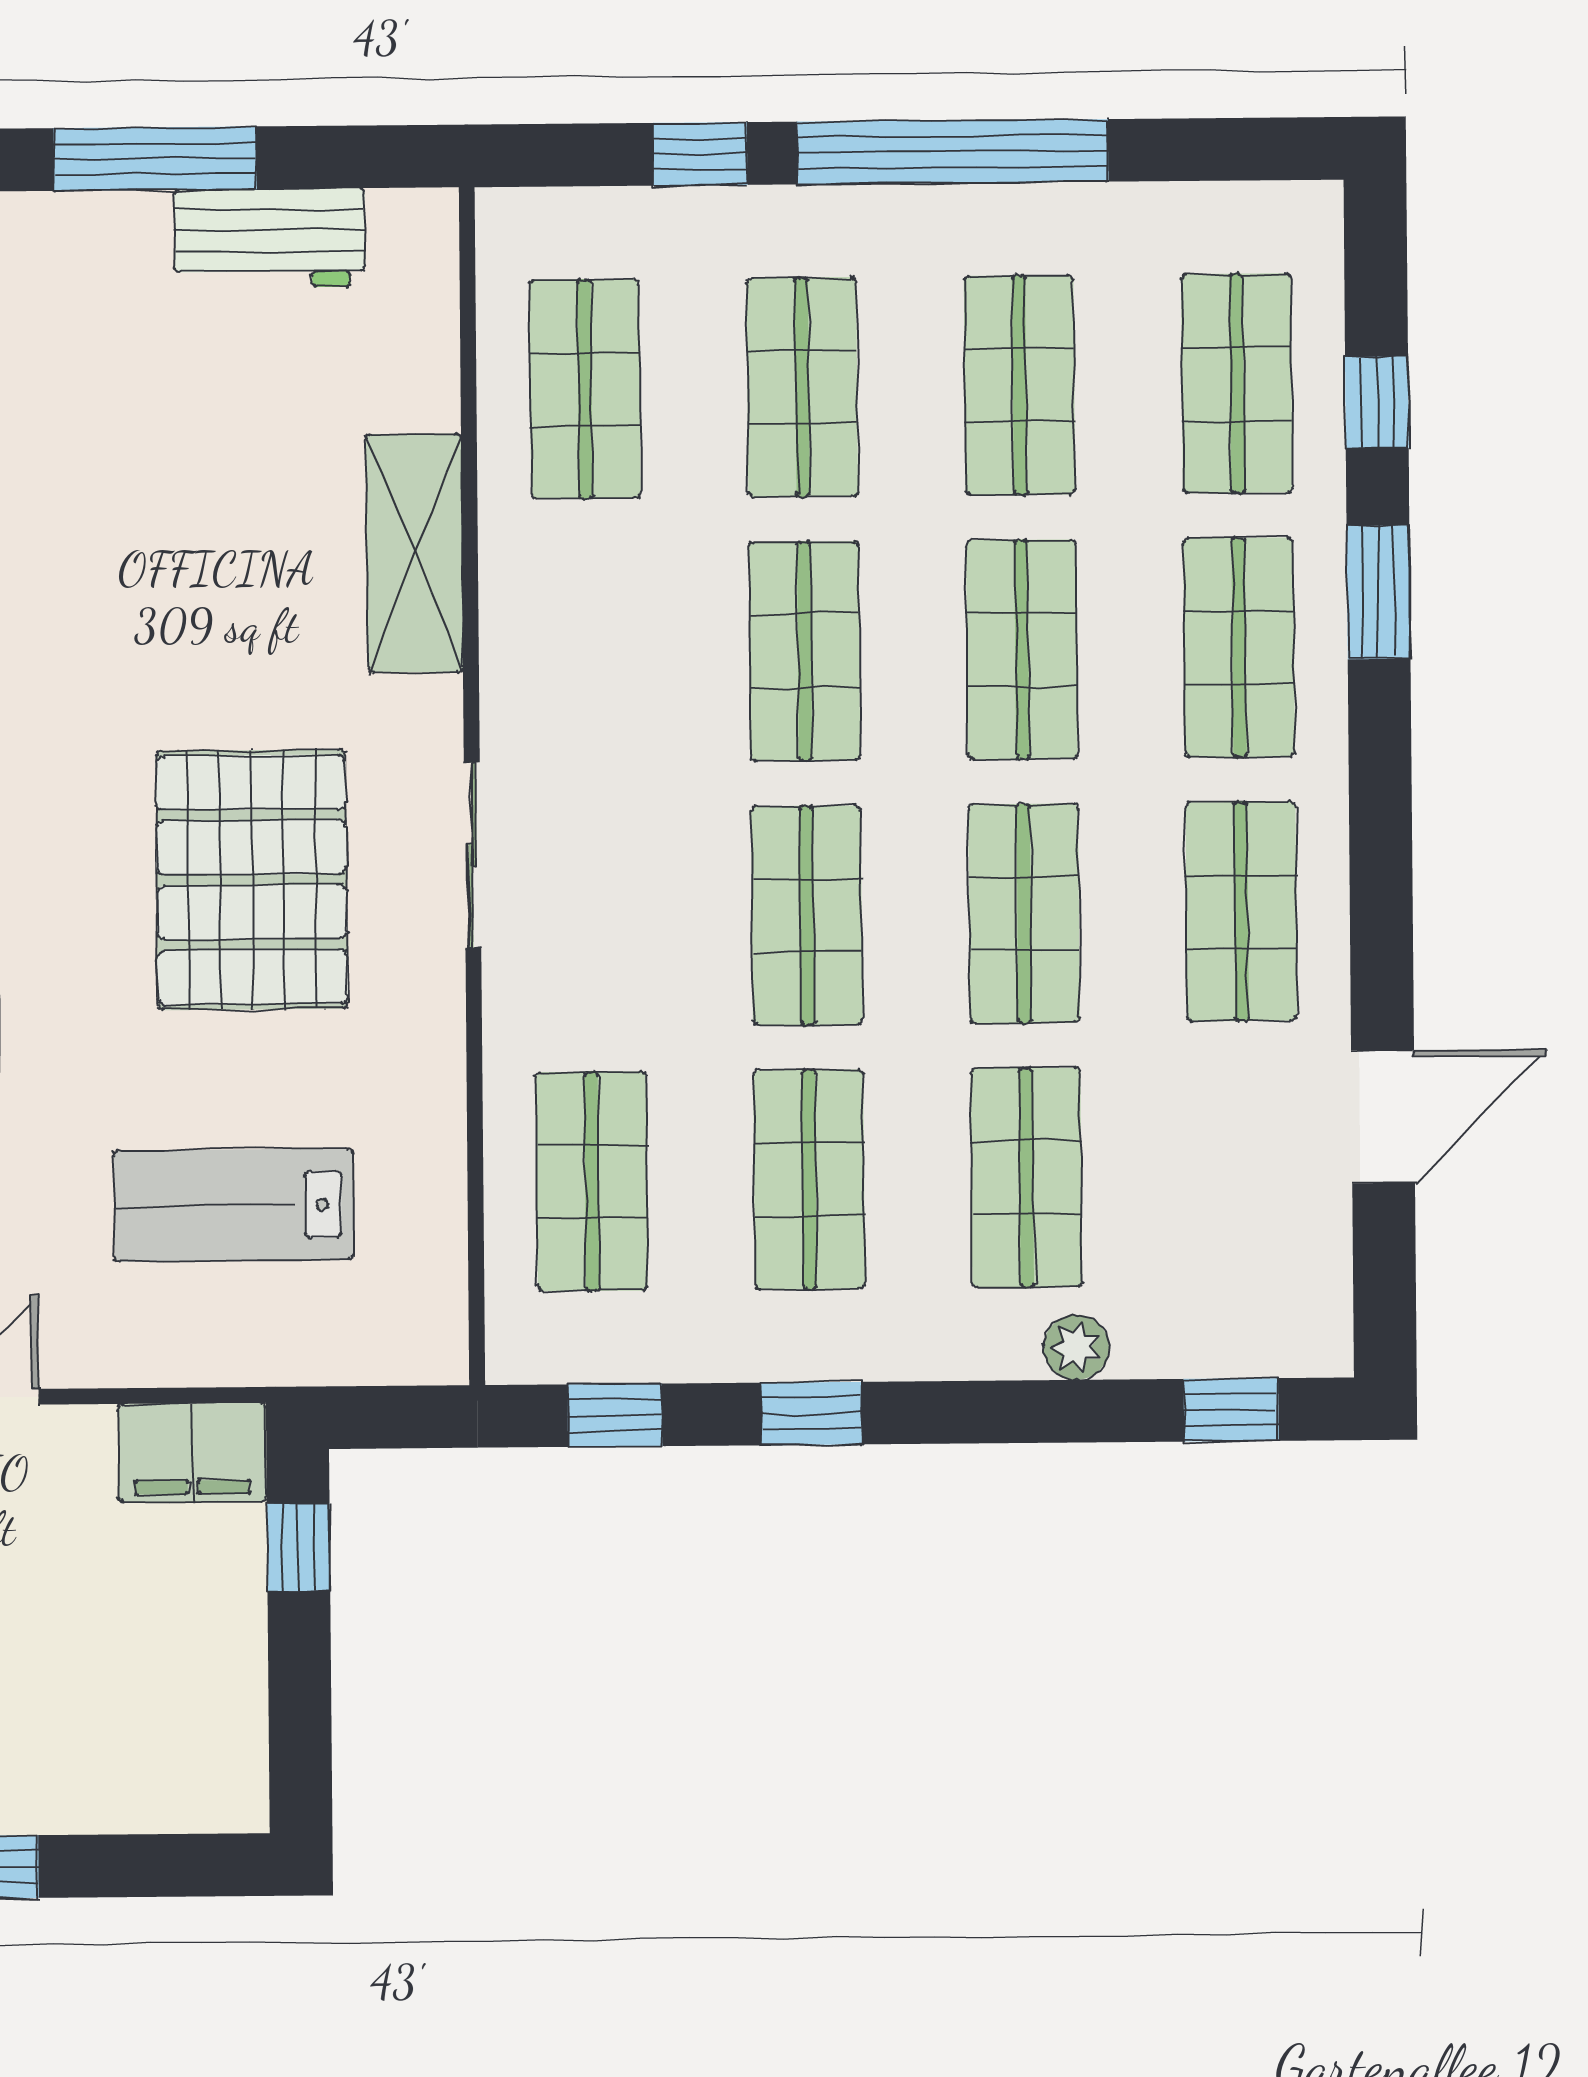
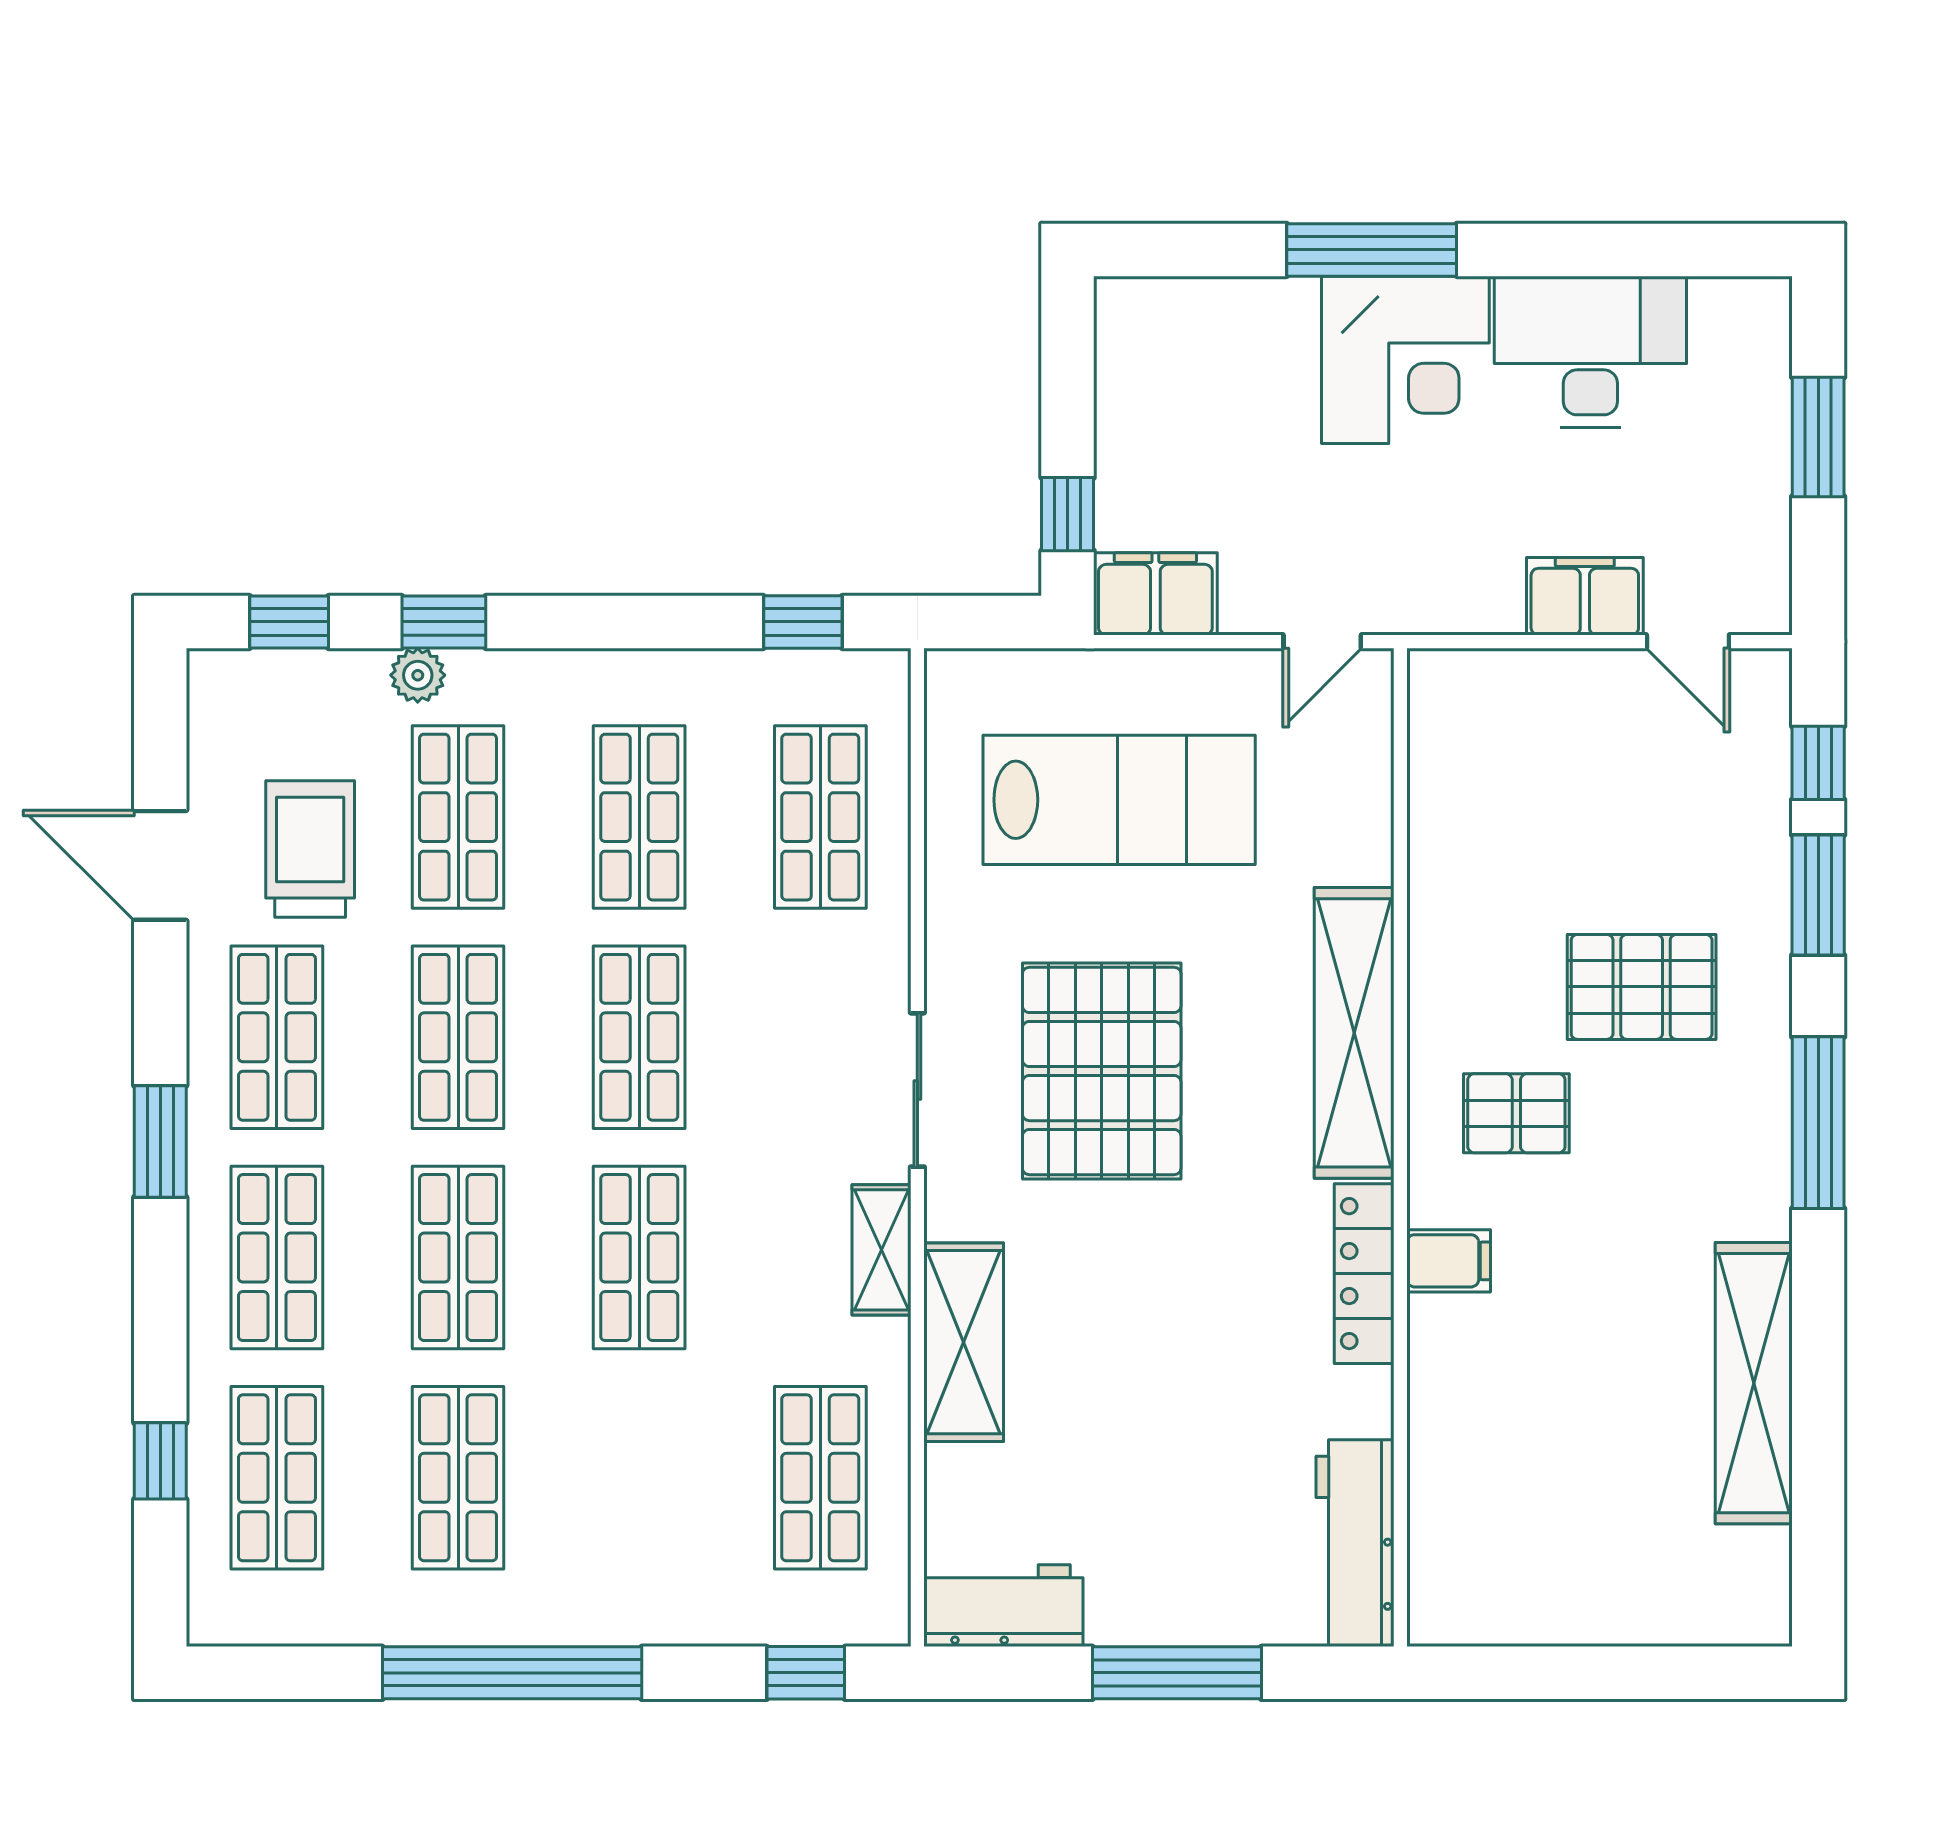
window: (700, 154) -> (806, 1673), moved
workbench: (270, 238) -> (1003, 1606), moved
shop shelf: (802, 387) -> (639, 1478), removed
window: (1379, 592) -> (160, 1141), moved
shelving: (514, 663) -> (882, 1250), added
door: (1383, 1117) -> (160, 865), hinge flipped
trolley: (1203, 1138) -> (310, 849), added
lab bench: (234, 1205) -> (1119, 800), width x1.36, depth x1.39
window: (811, 1414) -> (444, 622), moved

